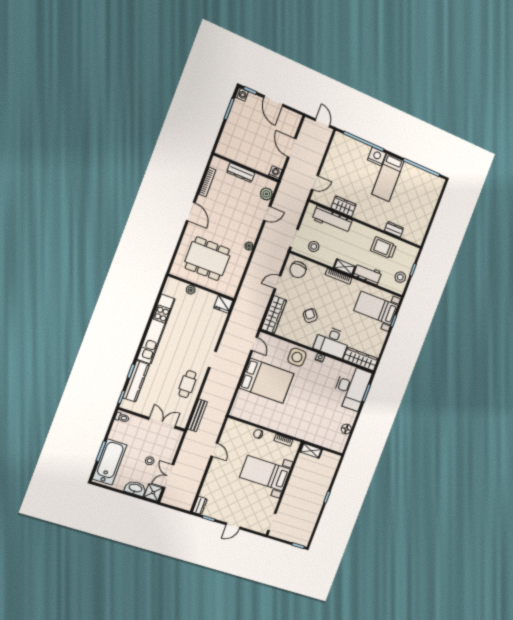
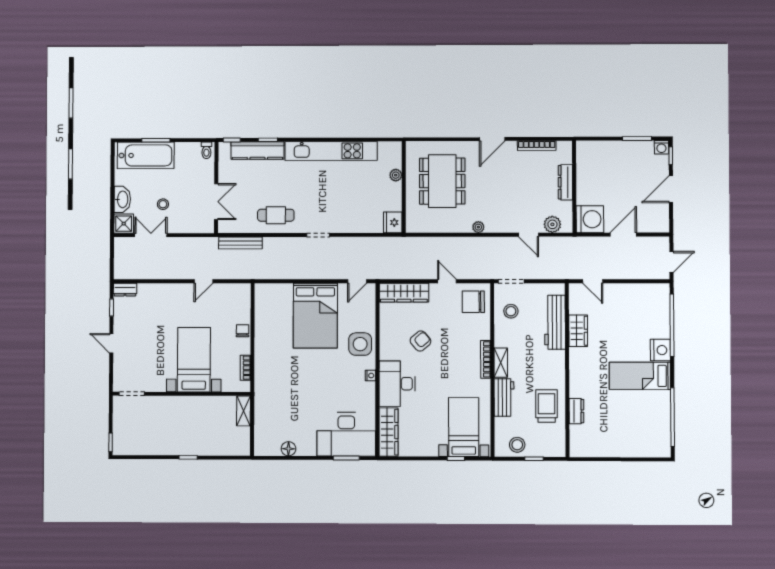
washing machine: (275, 173) -> (590, 219), width x1.89, depth x1.89

